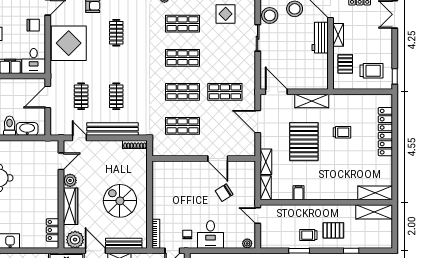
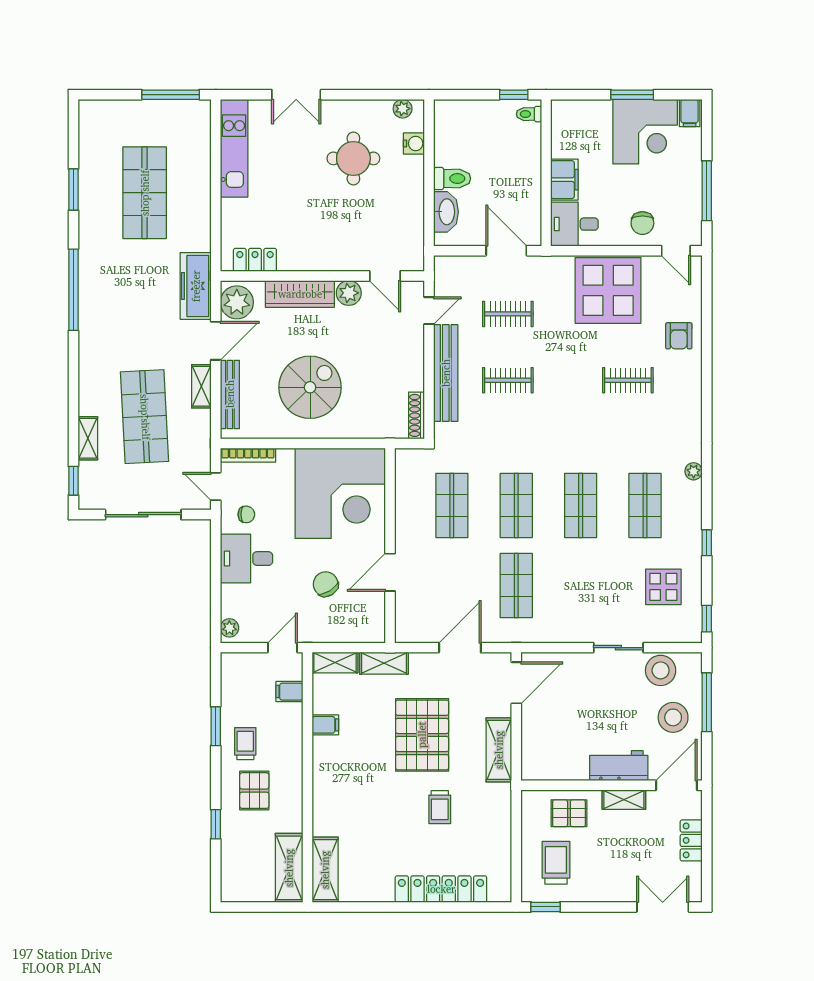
trolley: (371, 71) -> (556, 863), turned 180
pallet: (304, 142) -> (422, 735), turned 90
corner desk: (176, 185) -> (340, 493), added
filing cabinet: (281, 212) -> (289, 692), added

